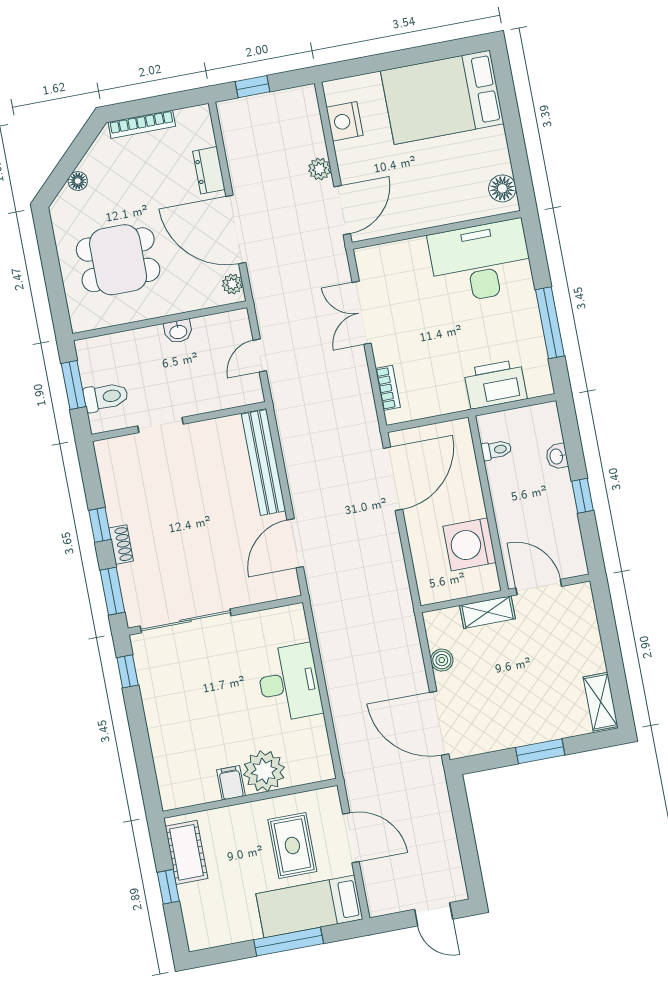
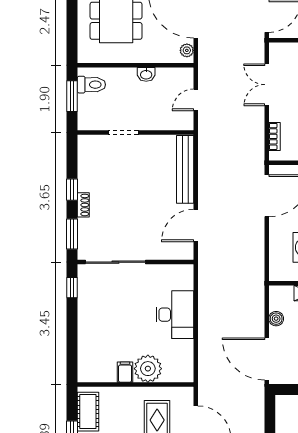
toilet: (106, 397) -> (91, 85), moved

